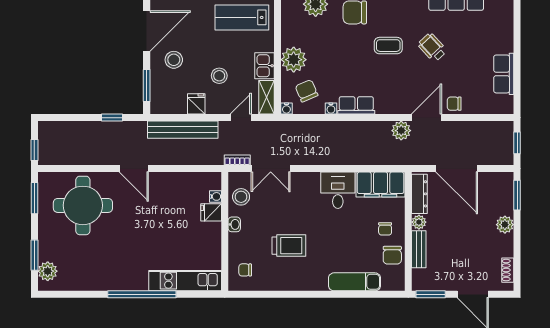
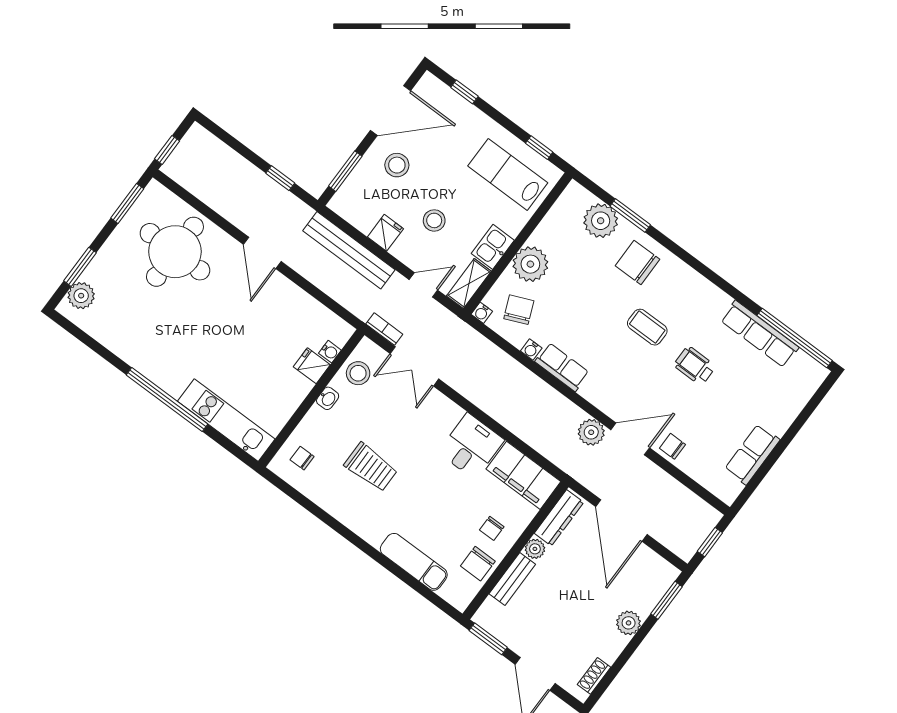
wheelchair: (432, 47) -> (695, 366), turned -47

